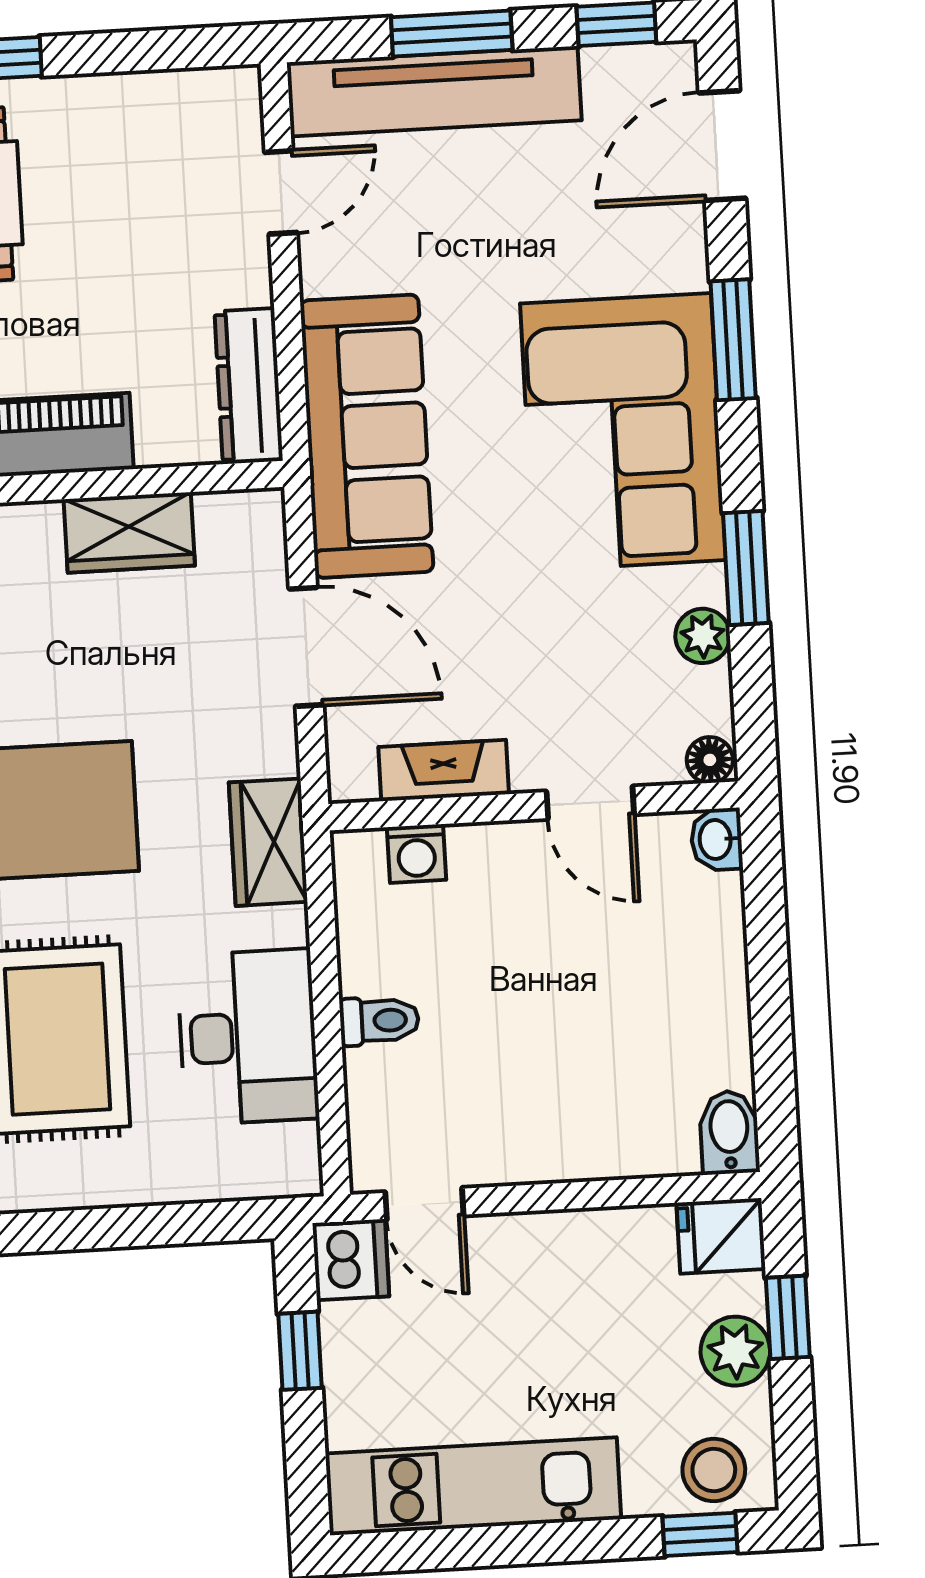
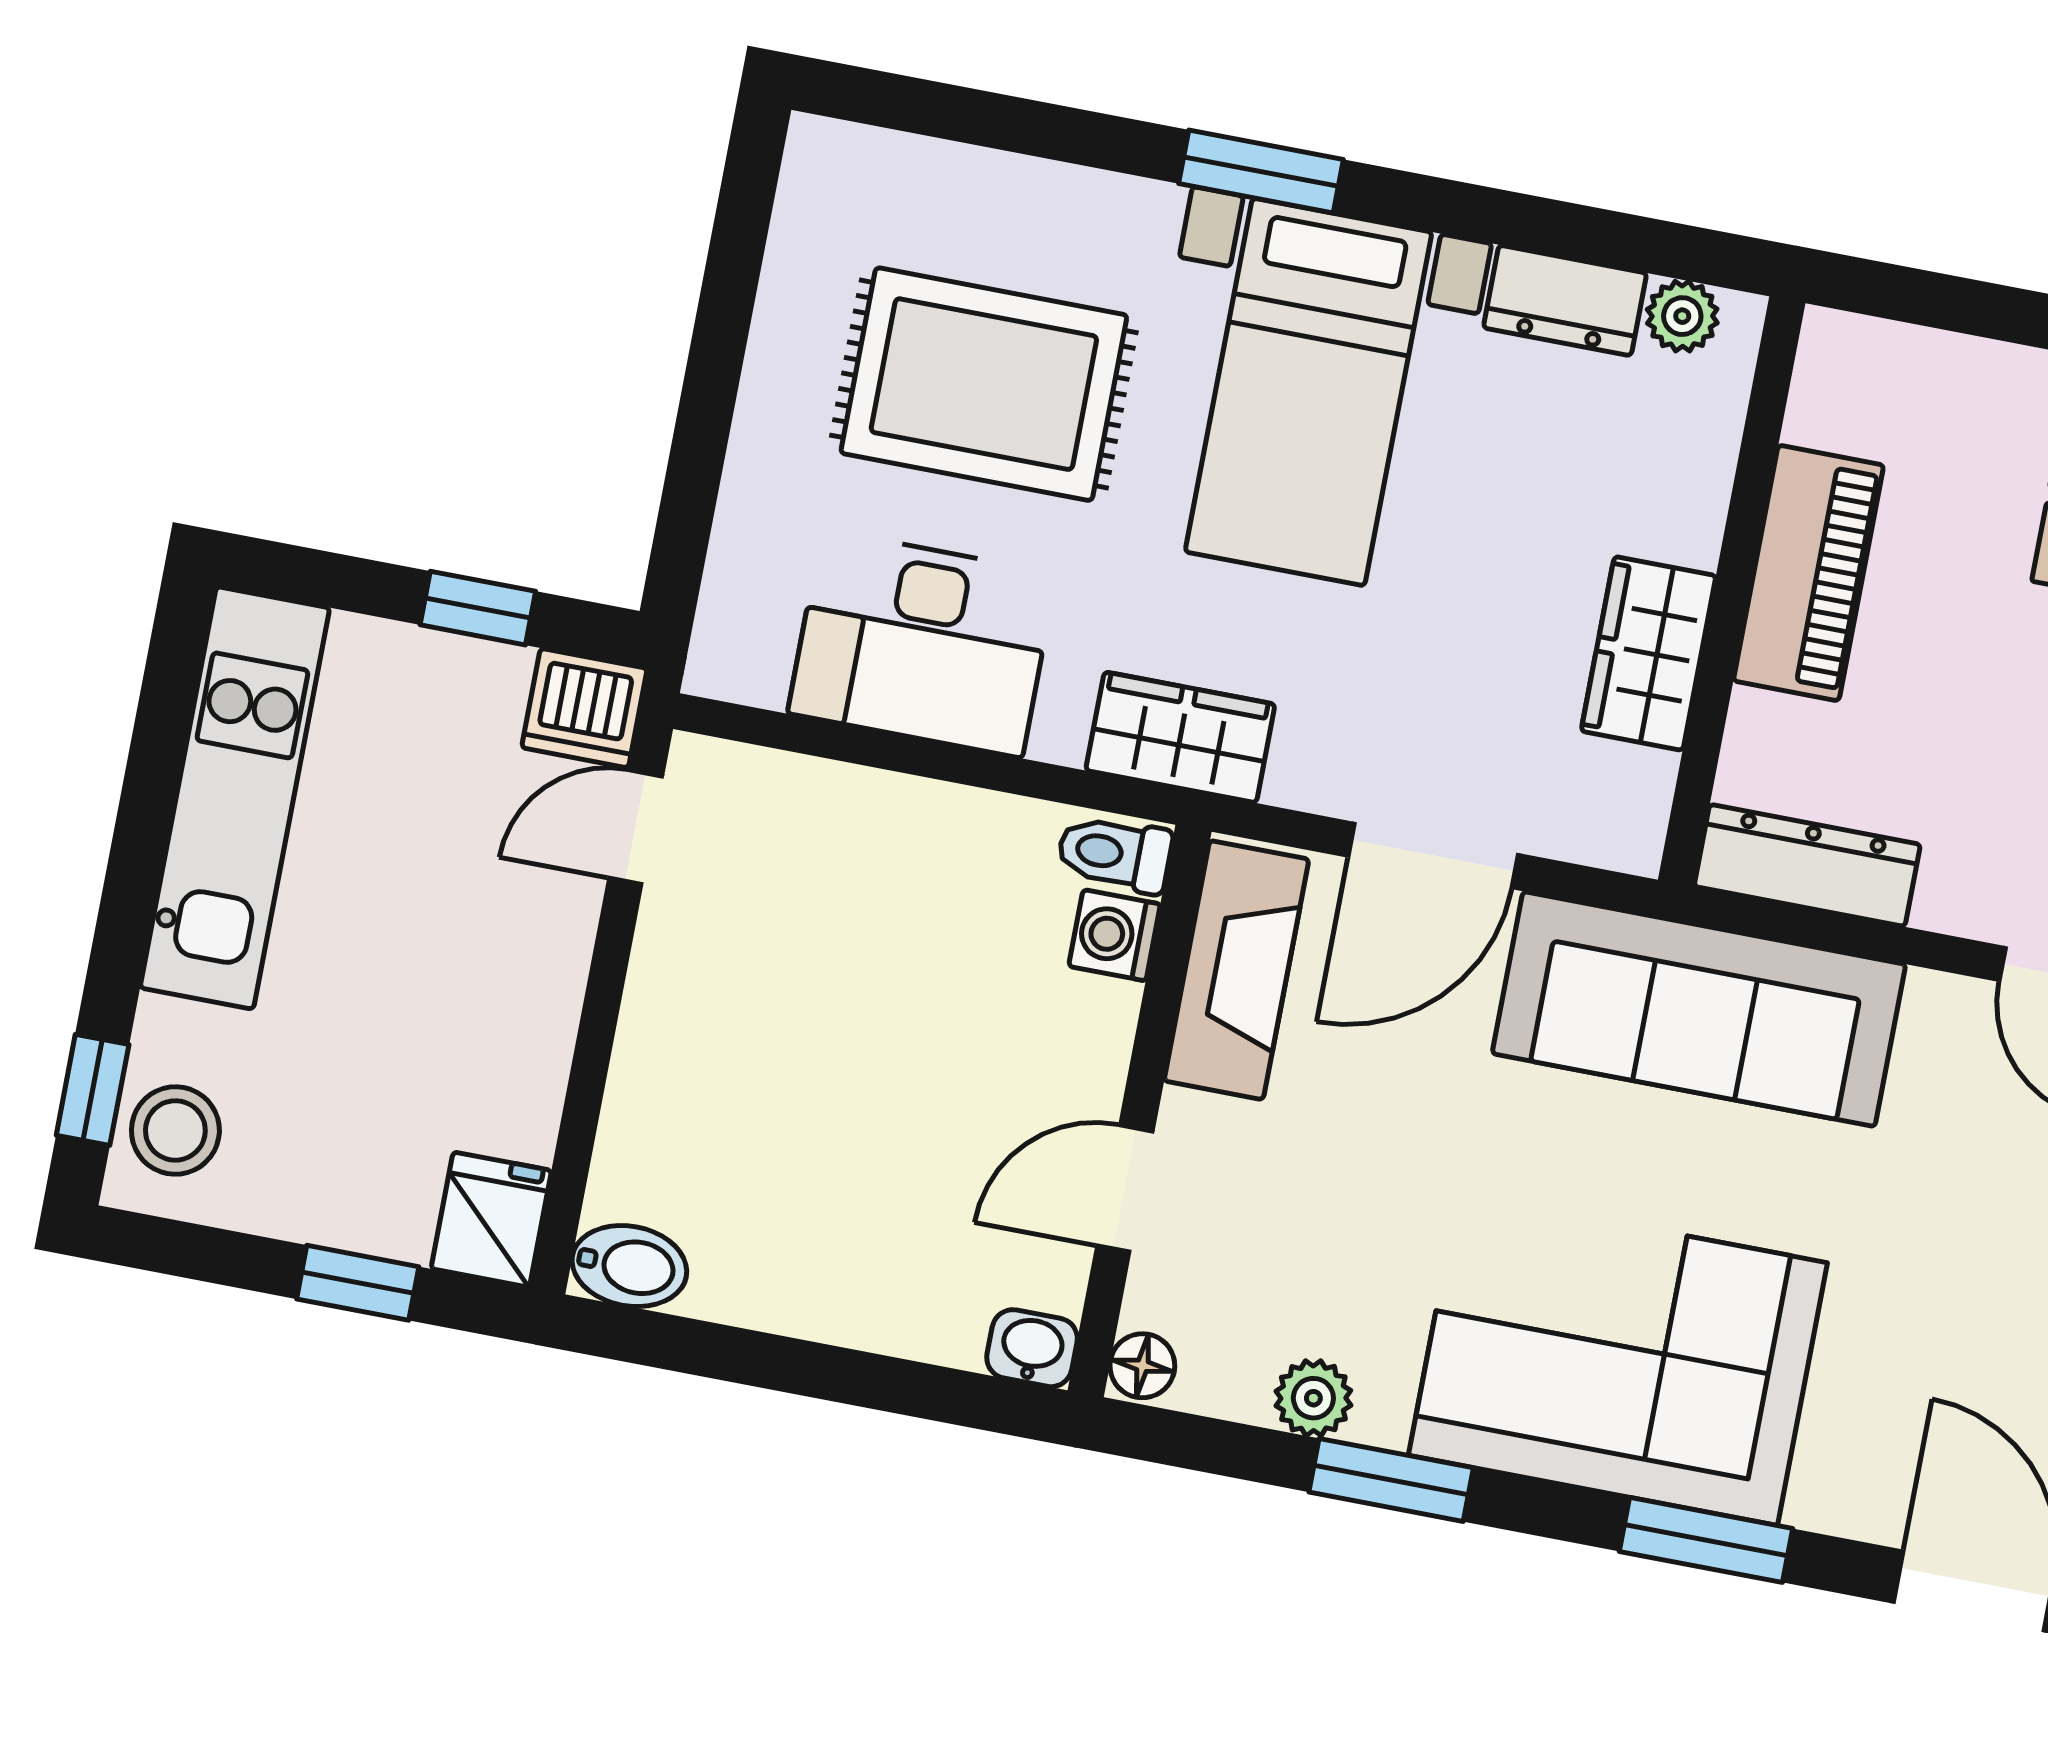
fireplace: (444, 770) -> (1236, 970), width x1.37, depth x1.32
toilet: (379, 1021) -> (1114, 854), moved, turned 90
plant: (735, 1351) -> (330, 1200), removed

